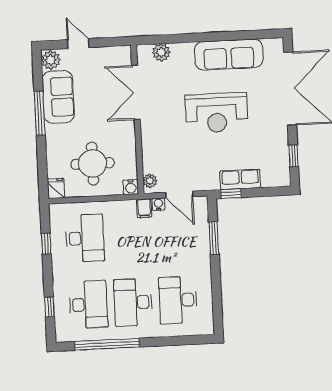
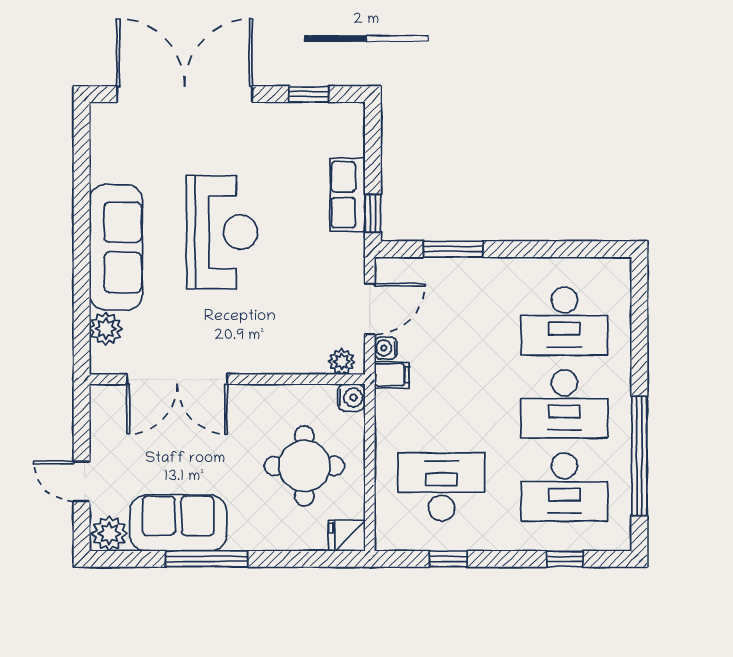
door: (78, 44) -> (82, 481), hinge flipped
sofa: (229, 55) -> (116, 247), moved
desk: (88, 305) -> (564, 487), turned 180

